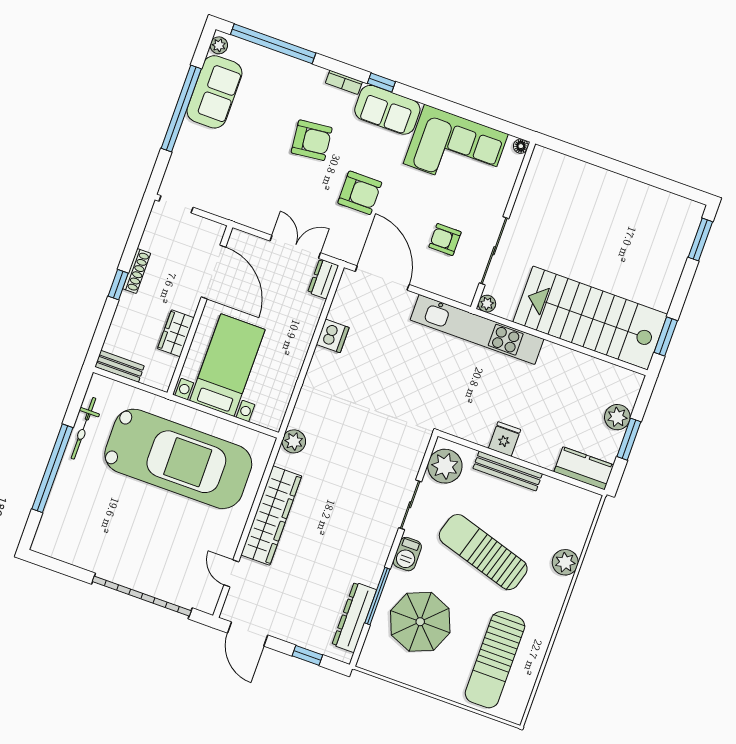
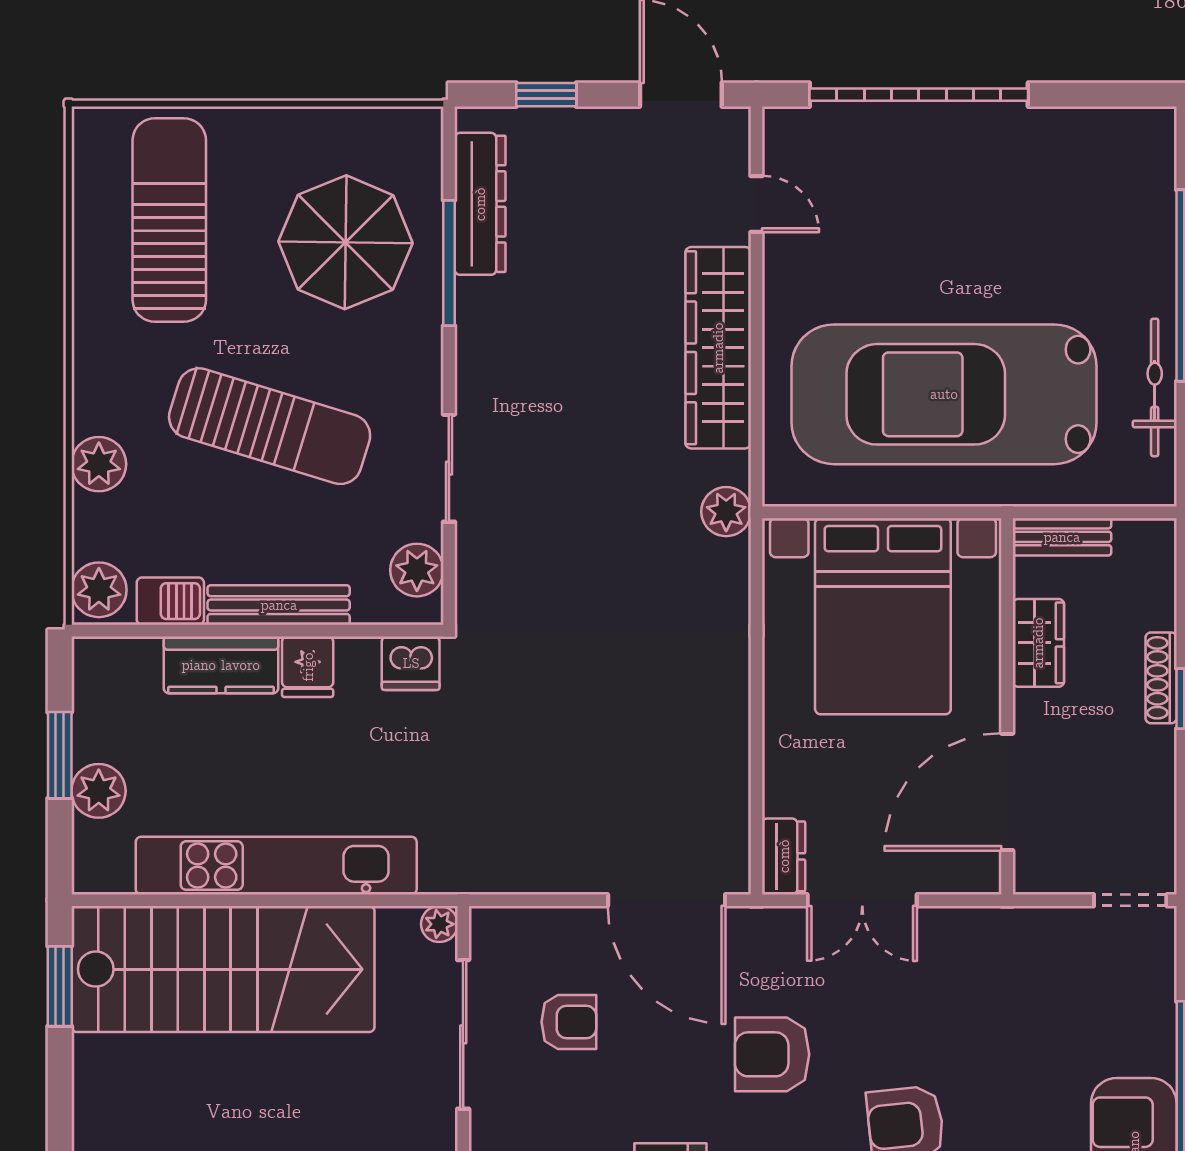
shoe rack: (137, 271) -> (1161, 678), moved
door: (213, 272) -> (1007, 792), hinge flipped
kitchen unit: (477, 329) -> (276, 866), moved
dishwasher: (333, 336) -> (411, 663), moved, turned -90
bed with nightstands: (227, 365) -> (883, 616), width x1.36
bench: (119, 366) -> (1062, 537), moved
plant: (445, 466) -> (417, 570), width x0.73, depth x0.73
kitchen counter: (584, 468) -> (221, 665), moved
plant: (585, 506) -> (99, 590), added
barbecue: (407, 554) -> (170, 601), moved, turned 90

